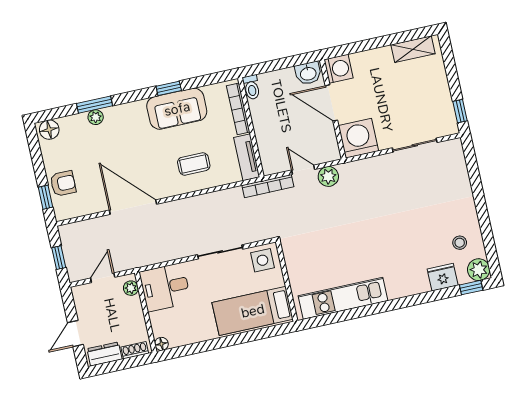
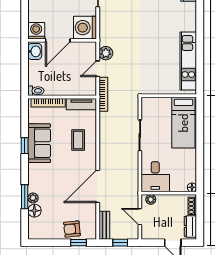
floor lamp: (49, 130) -> (34, 211), moved
armchair: (63, 183) -> (72, 229), turned -96
bench: (79, 229) -> (104, 225), added
side table: (262, 260) -> (151, 109), removed

